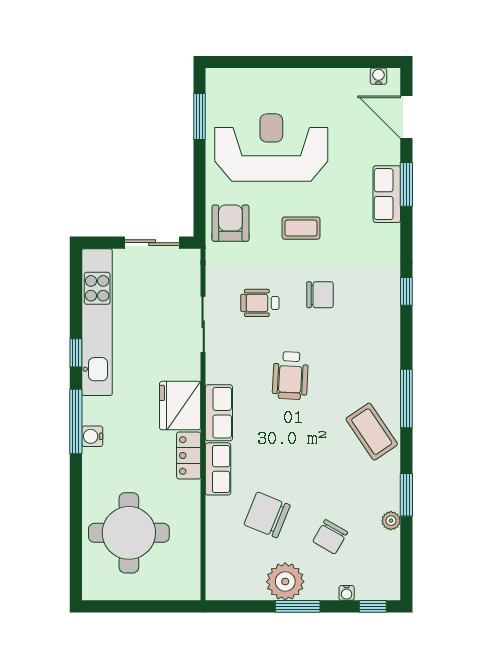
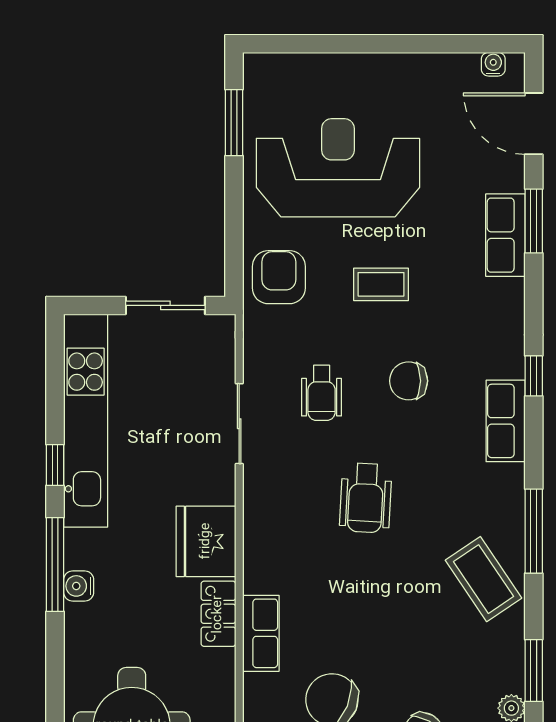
chair: (320, 295) -> (409, 381), turned 180
wheelchair: (260, 303) -> (322, 393), turned -90
row of seats: (219, 413) -> (506, 421), moved, turned 180

